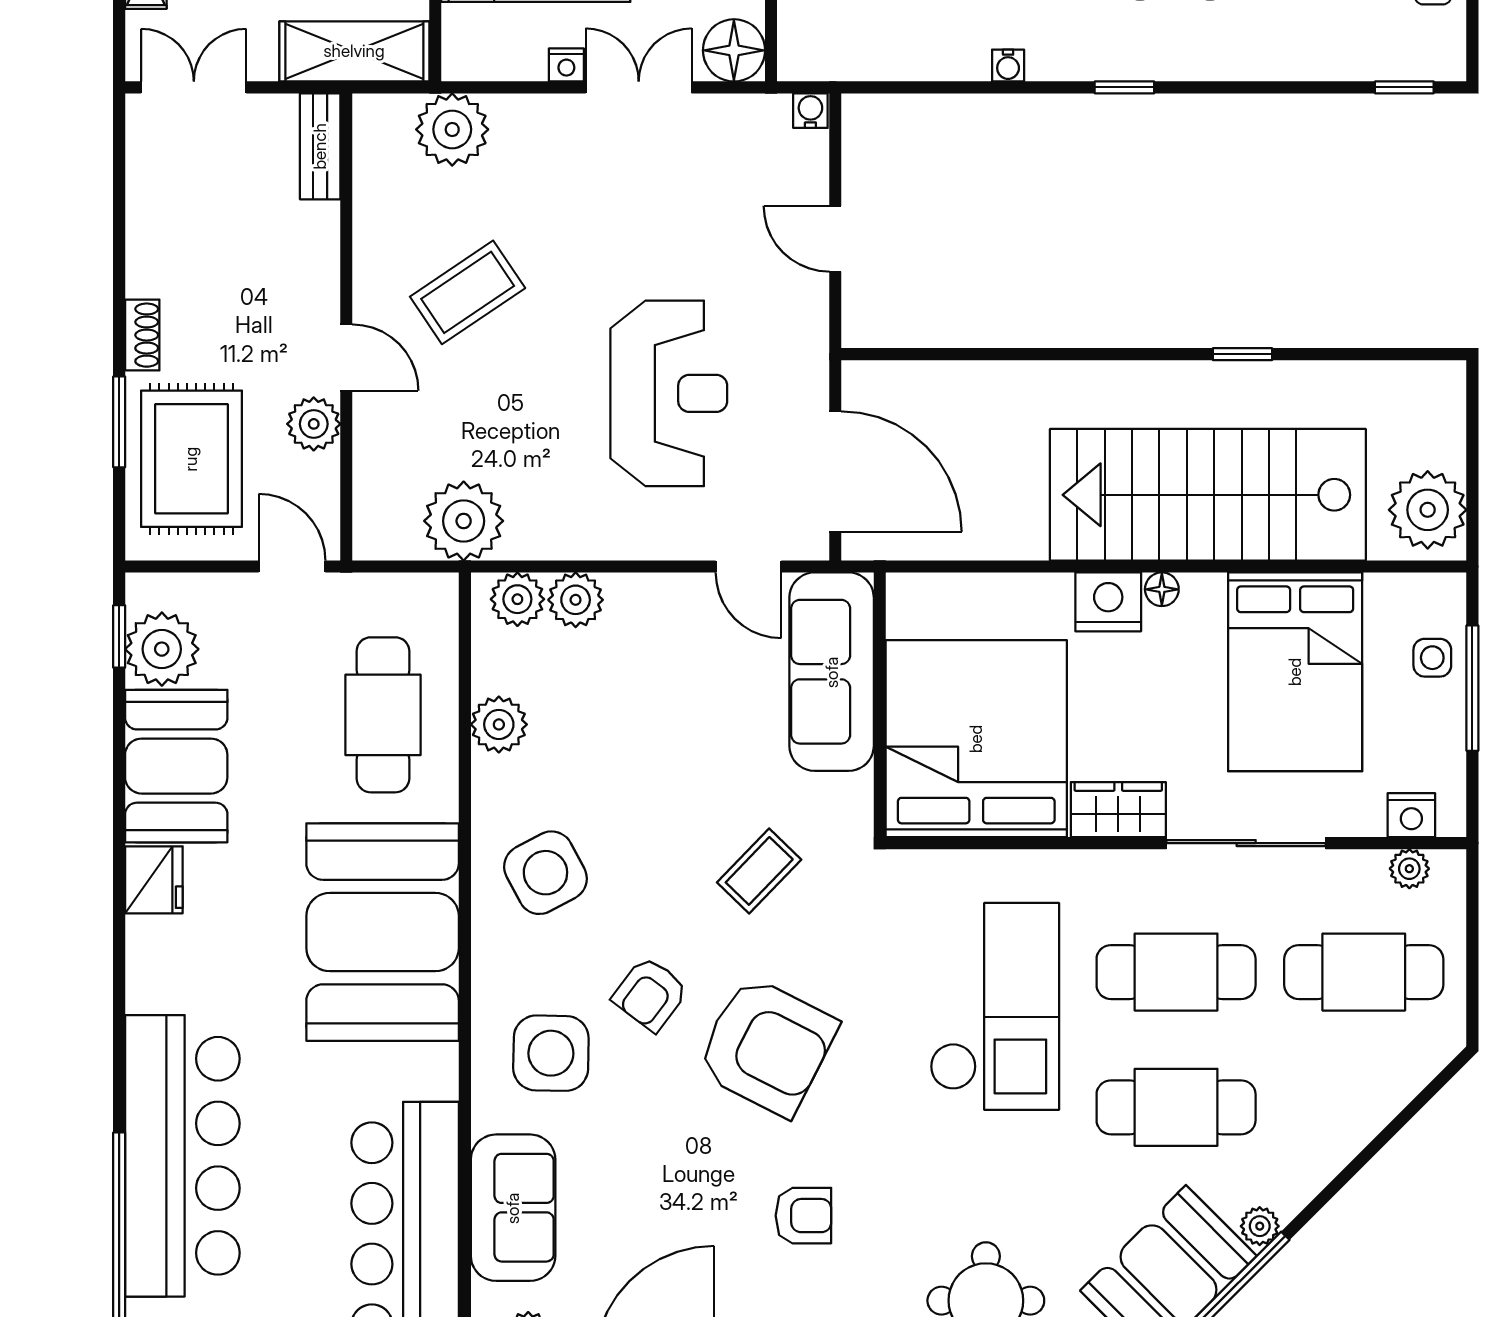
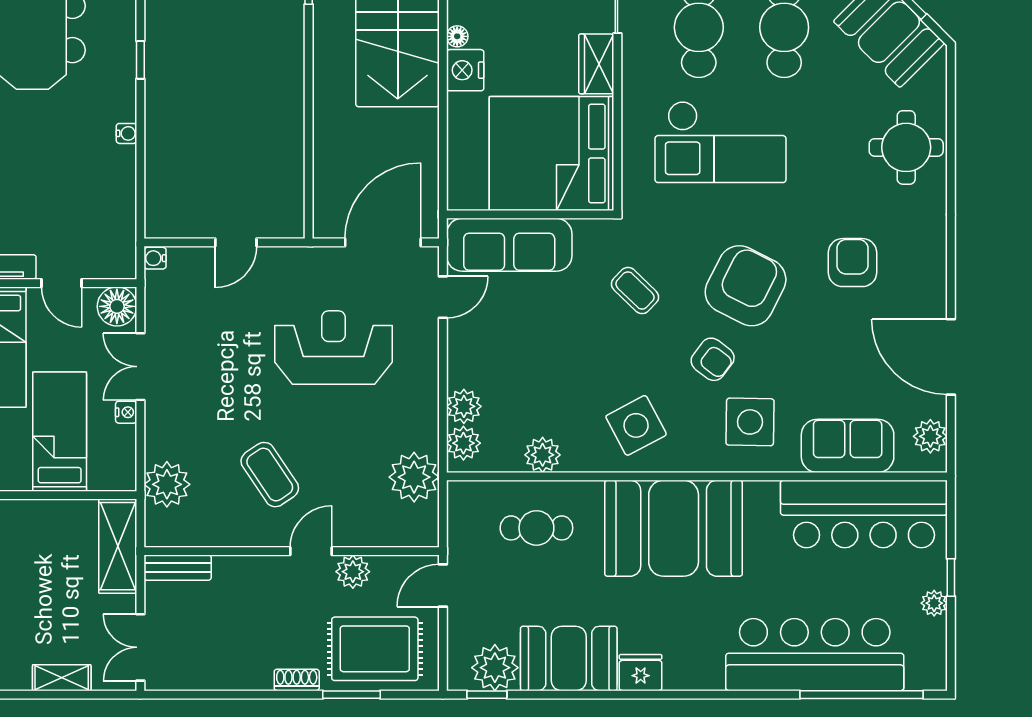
cafe table: (383, 715) -> (536, 528), width x0.73, depth x0.74
checkout: (995, 1006) -> (720, 142), turned 180
armchair: (803, 1216) -> (852, 263), width x1.38, depth x1.38

